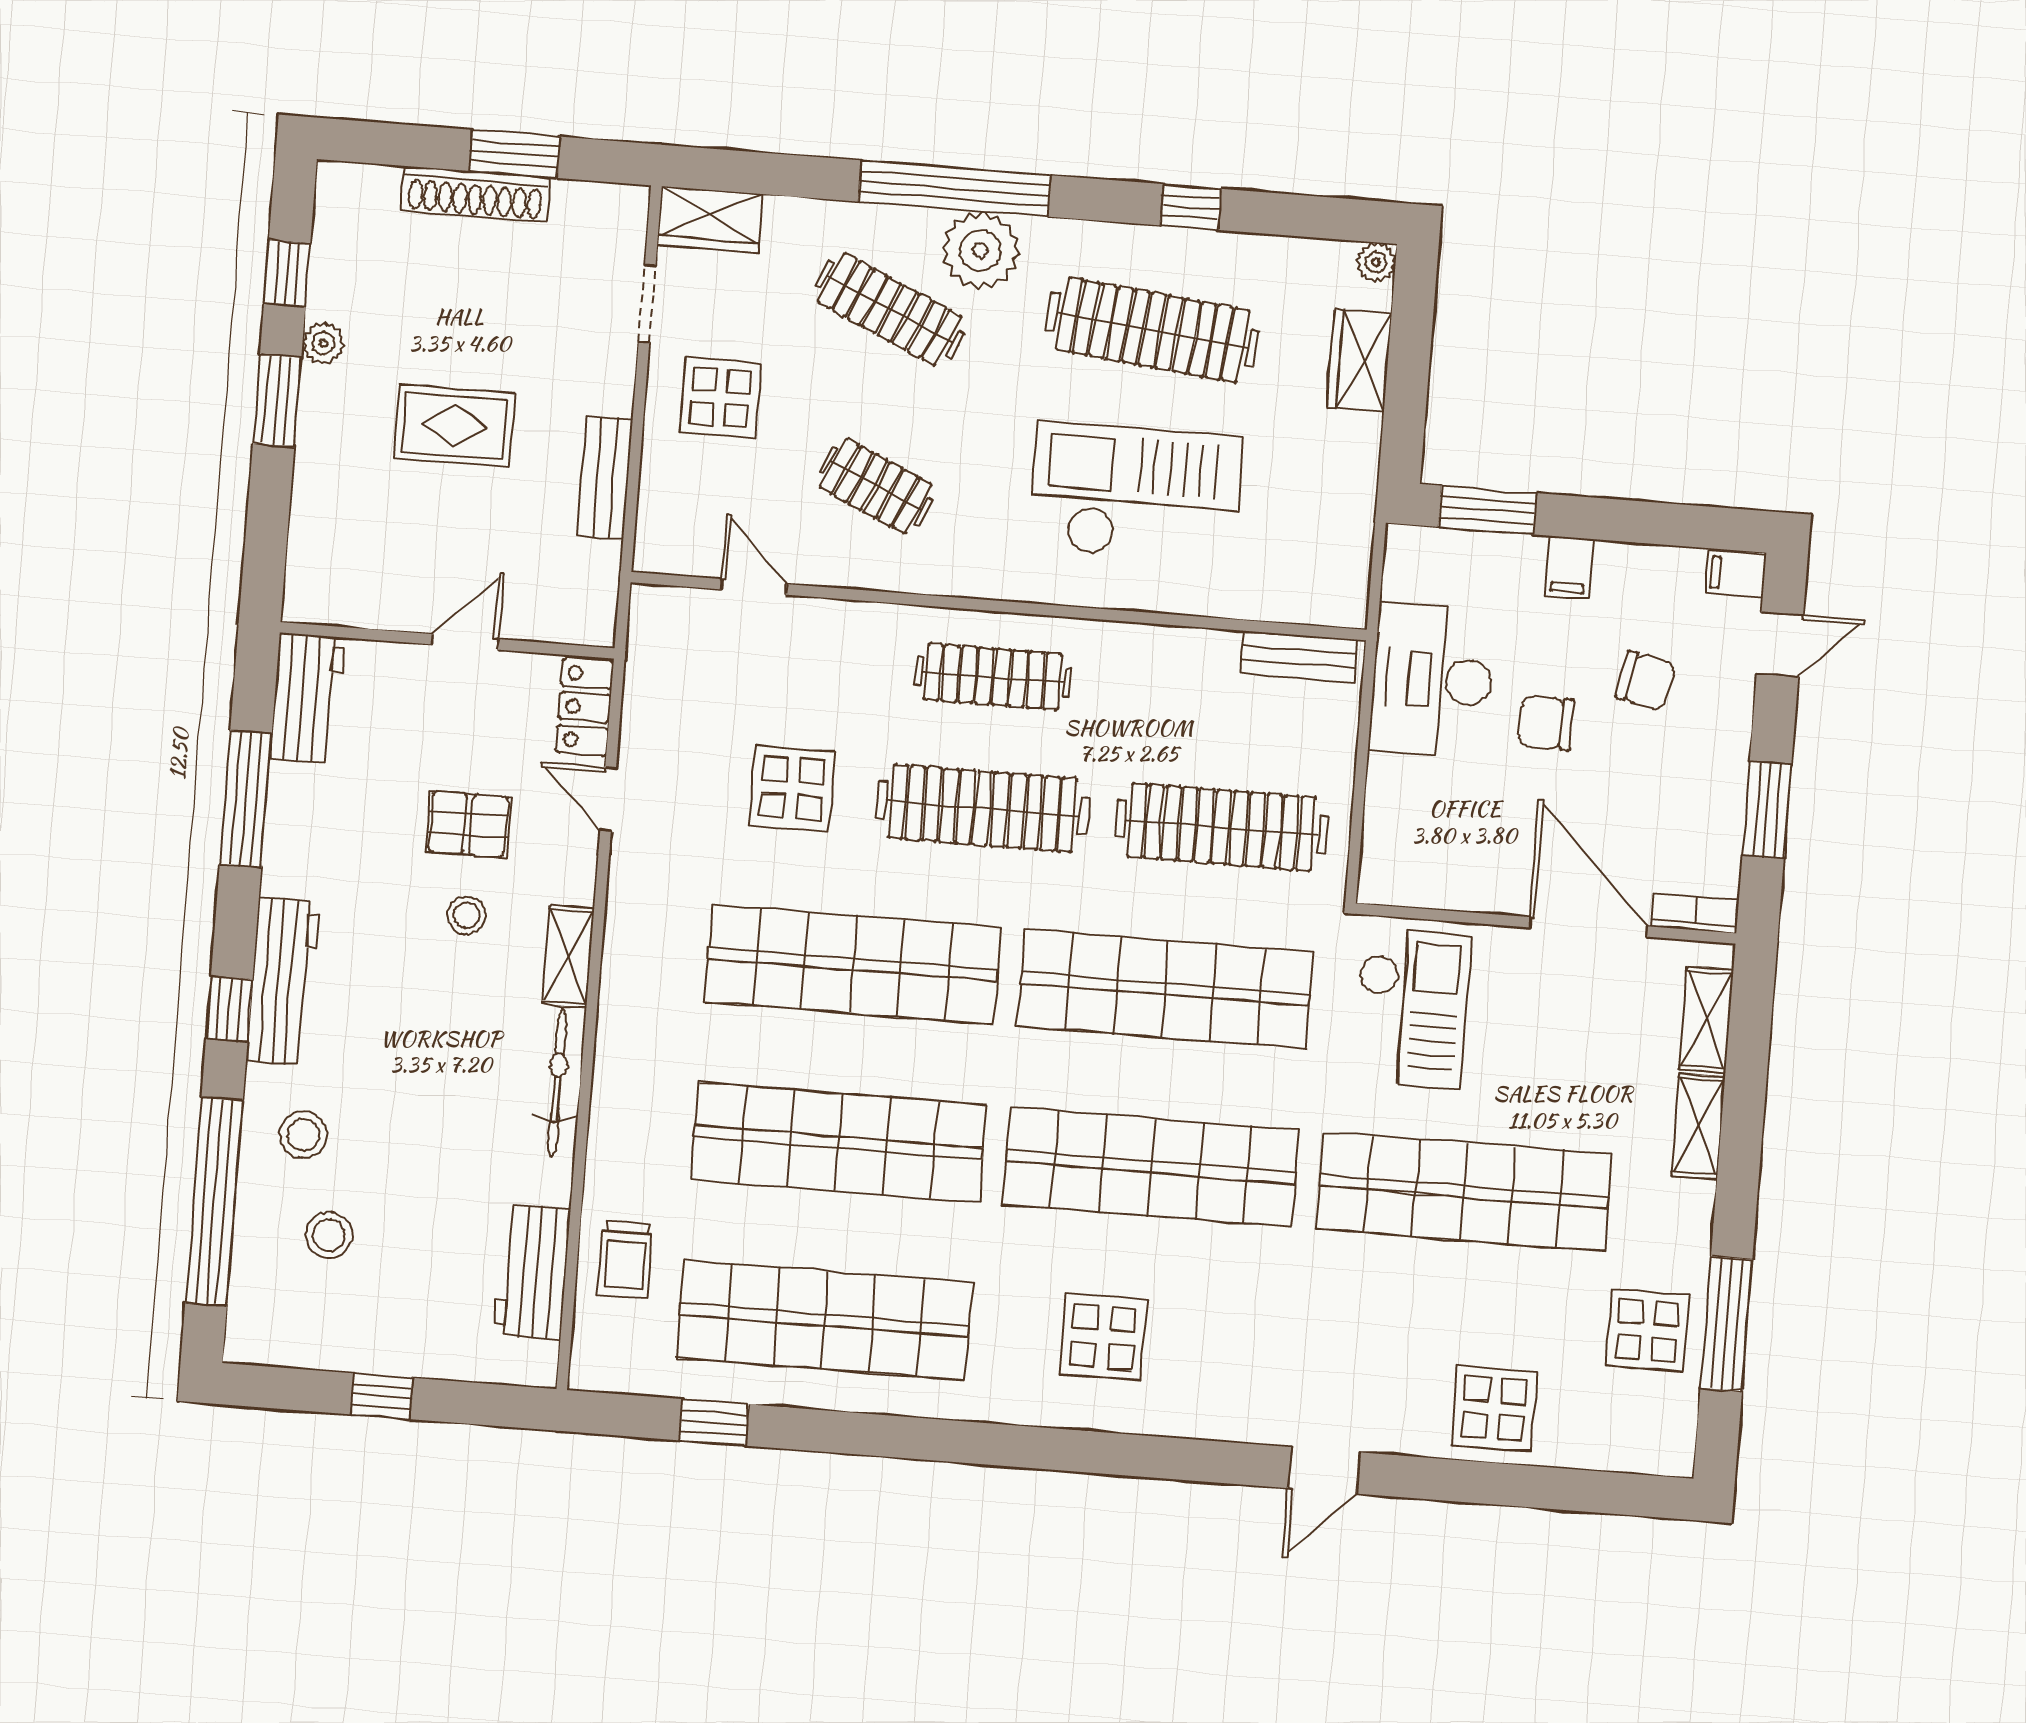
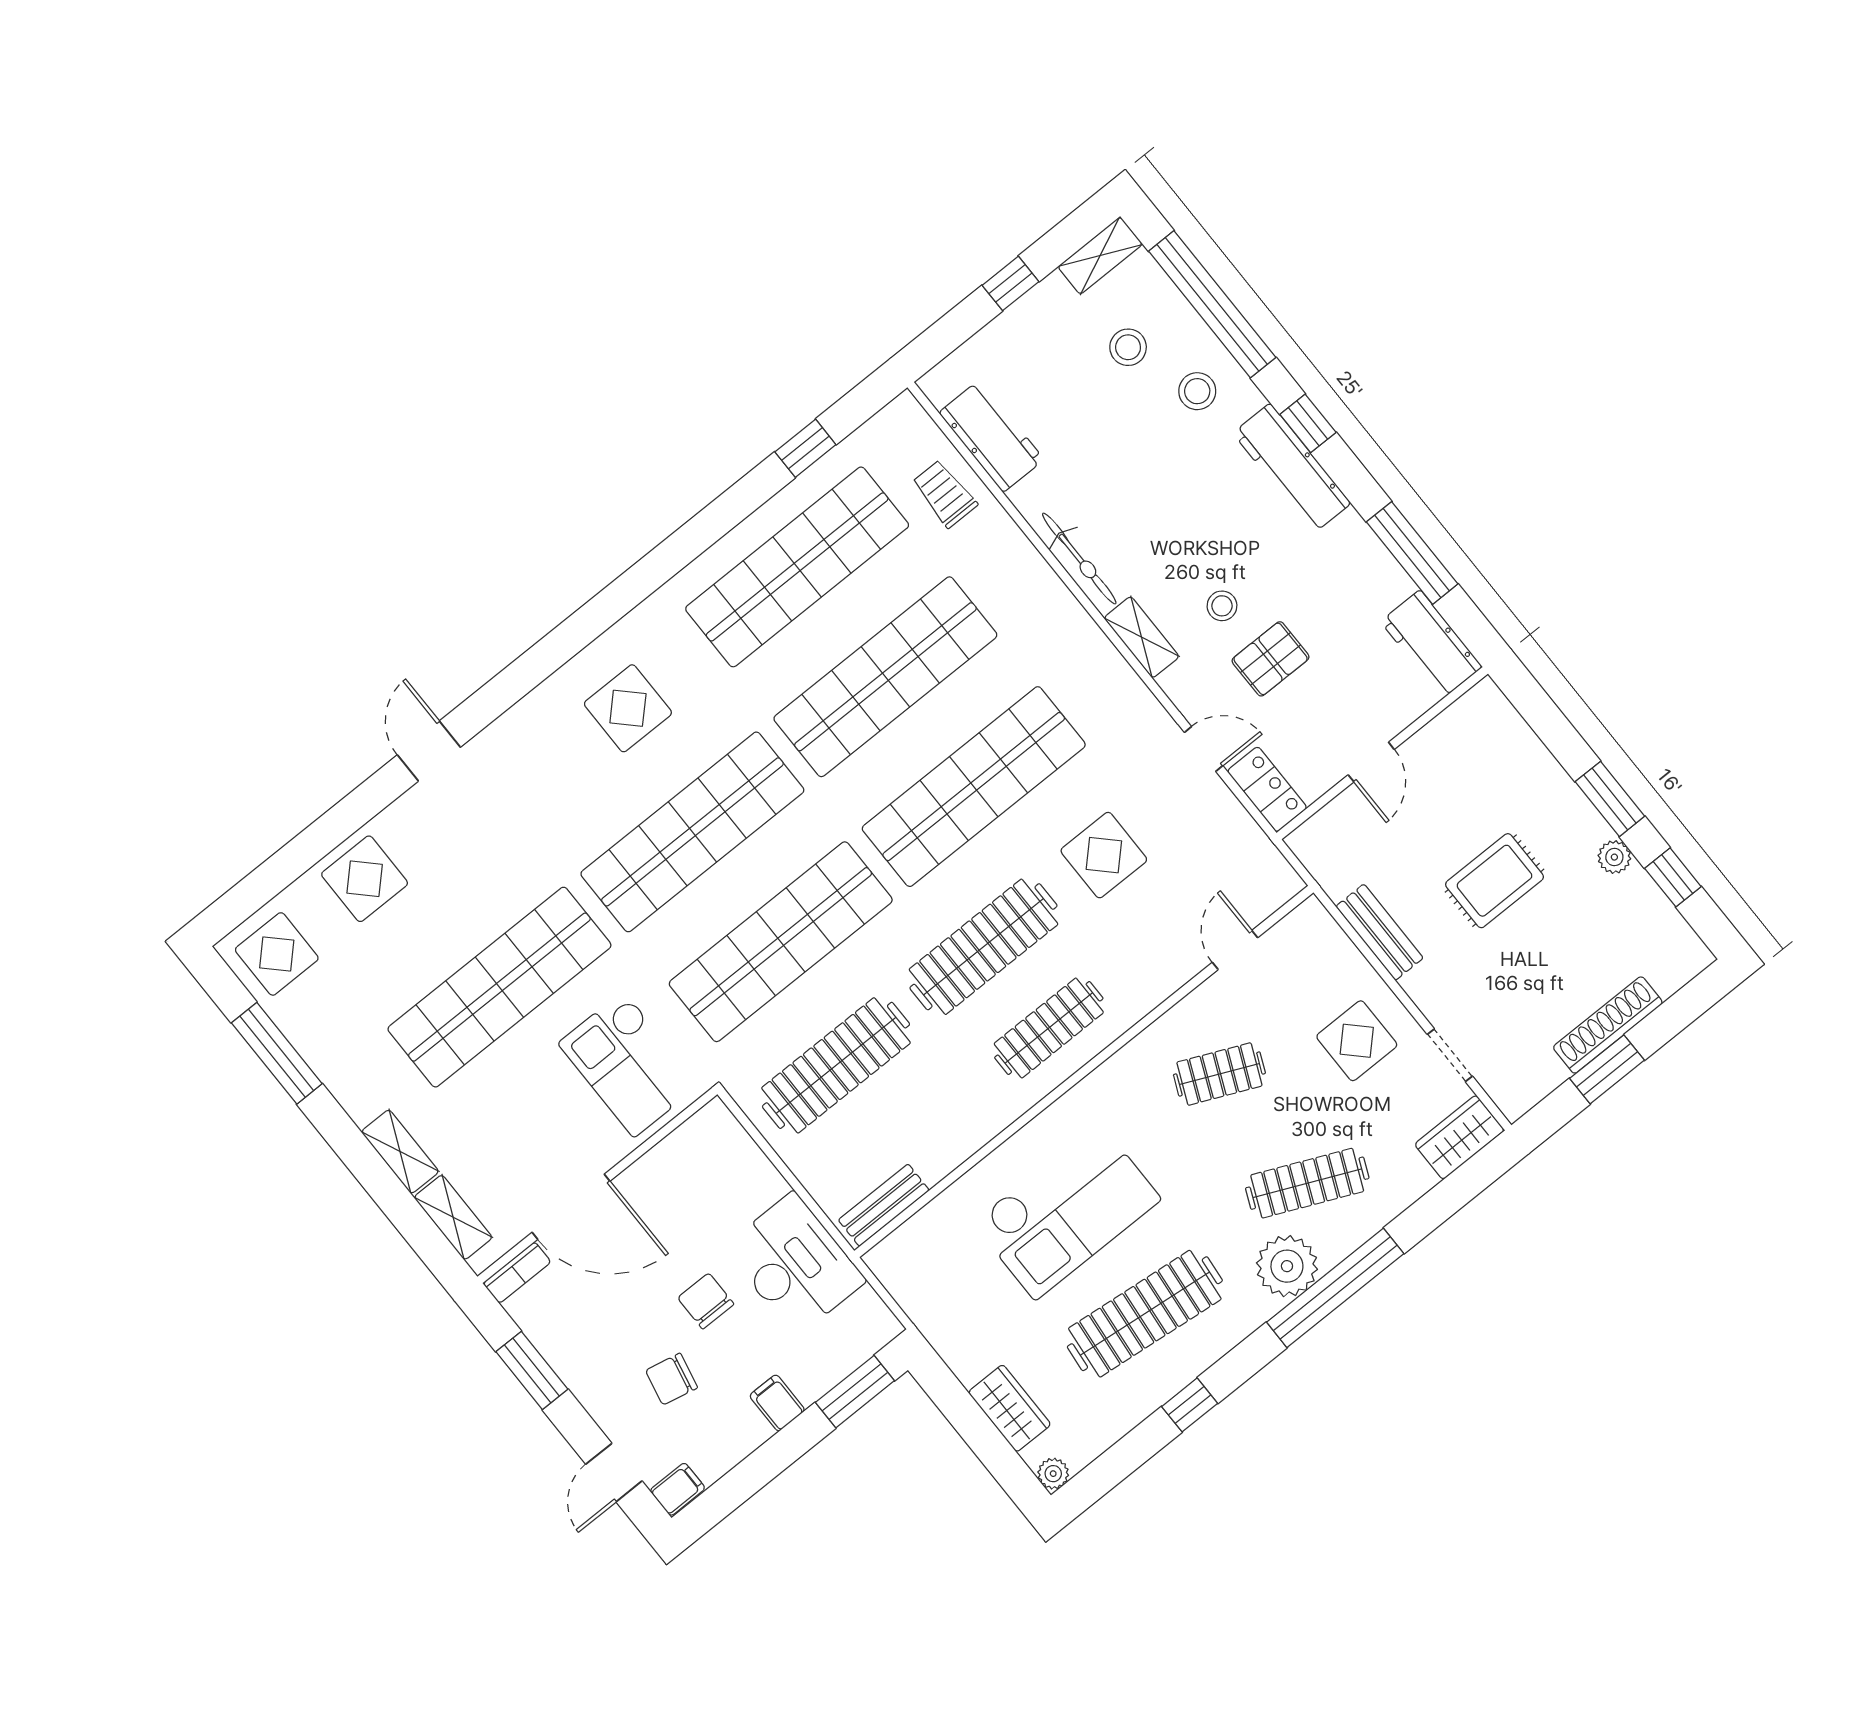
door: (754, 587) -> (1235, 950), swing flipped
chair: (1546, 723) -> (706, 1301), turned -90
display table: (1647, 1330) -> (277, 954), moved
shelving: (275, 1344) -> (1100, 256), added

